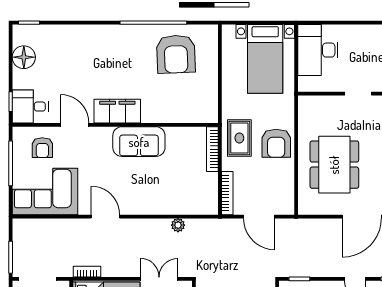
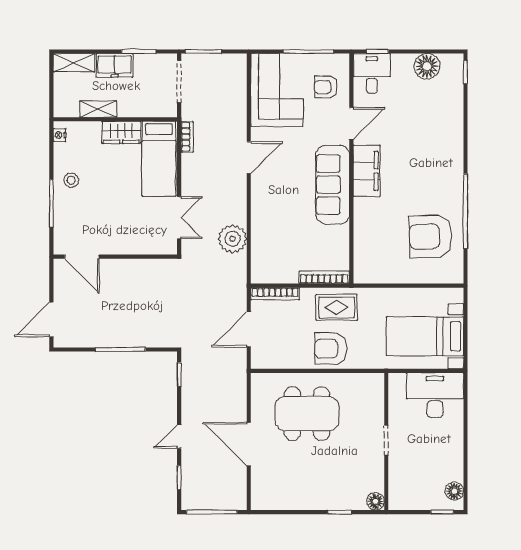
sofa: (139, 142) -> (333, 185), width x1.36
plant: (178, 225) -> (232, 239), width x1.88, depth x1.88

